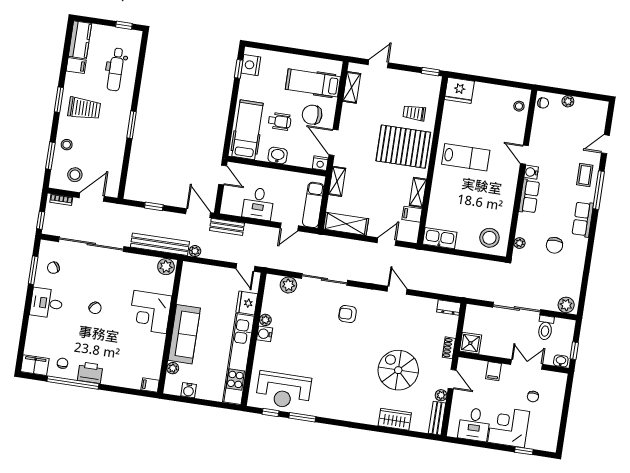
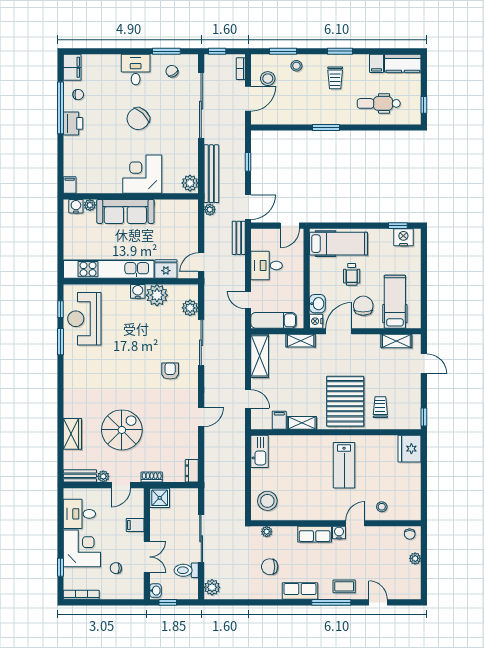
stool: (519, 106) -> (382, 507), moved
trolley: (84, 108) -> (335, 78), width x0.73, depth x0.72
washbasin: (278, 156) -> (317, 304), moved
door: (92, 197) -> (248, 99), hinge flipped
chair: (95, 308) -> (138, 119), width x1.87, depth x1.87
plant: (265, 320) -> (157, 295), width x1.87, depth x1.87
water cooler: (189, 390) -> (76, 206), moved, turned 90
bookcase: (554, 434) -> (81, 595), added

